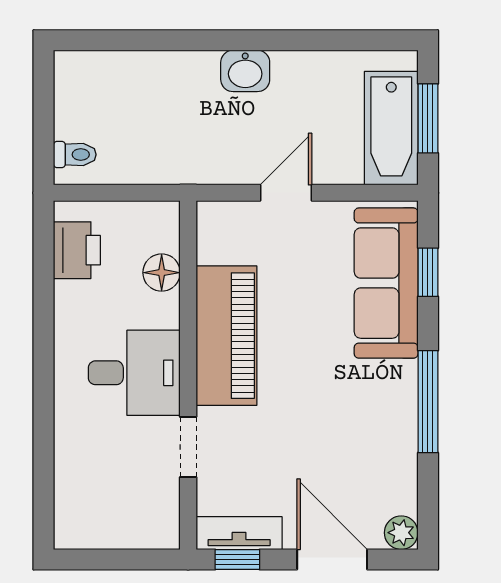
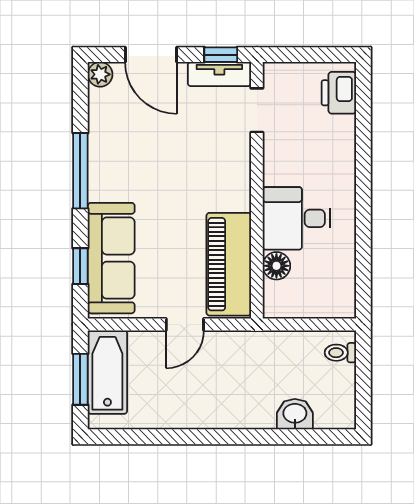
washbasin: (245, 71) -> (295, 414), moved
printer: (77, 250) -> (339, 93), moved
piano: (226, 336) -> (229, 264), moved
desk: (134, 373) -> (297, 218), moved
doorway: (188, 447) -> (257, 110), moved

